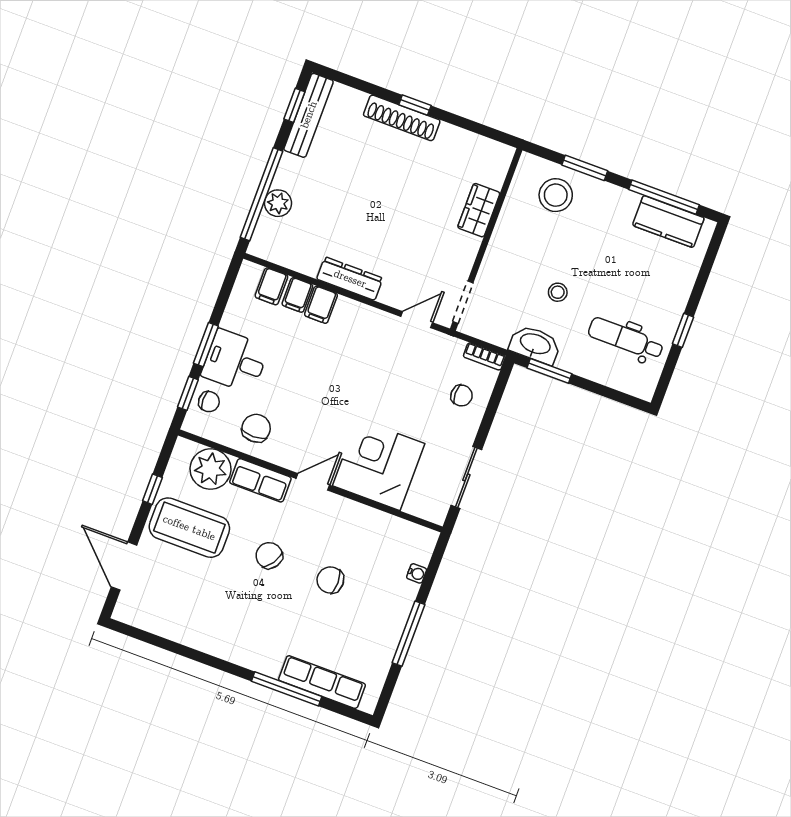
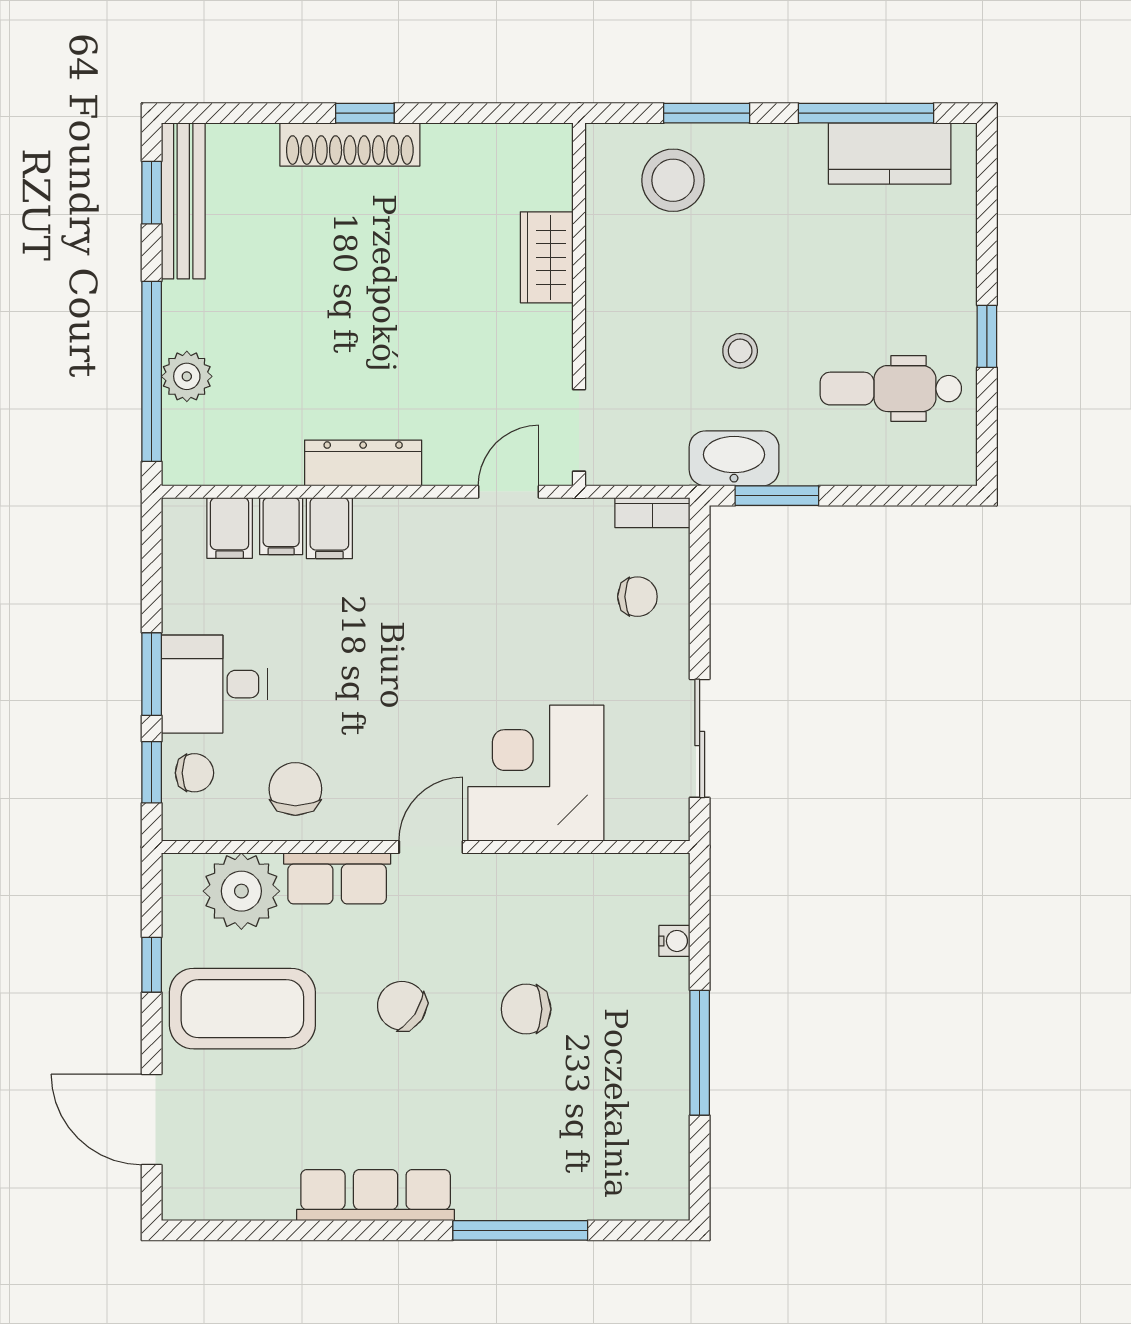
row of seats: (322, 682) -> (376, 1195), moved

